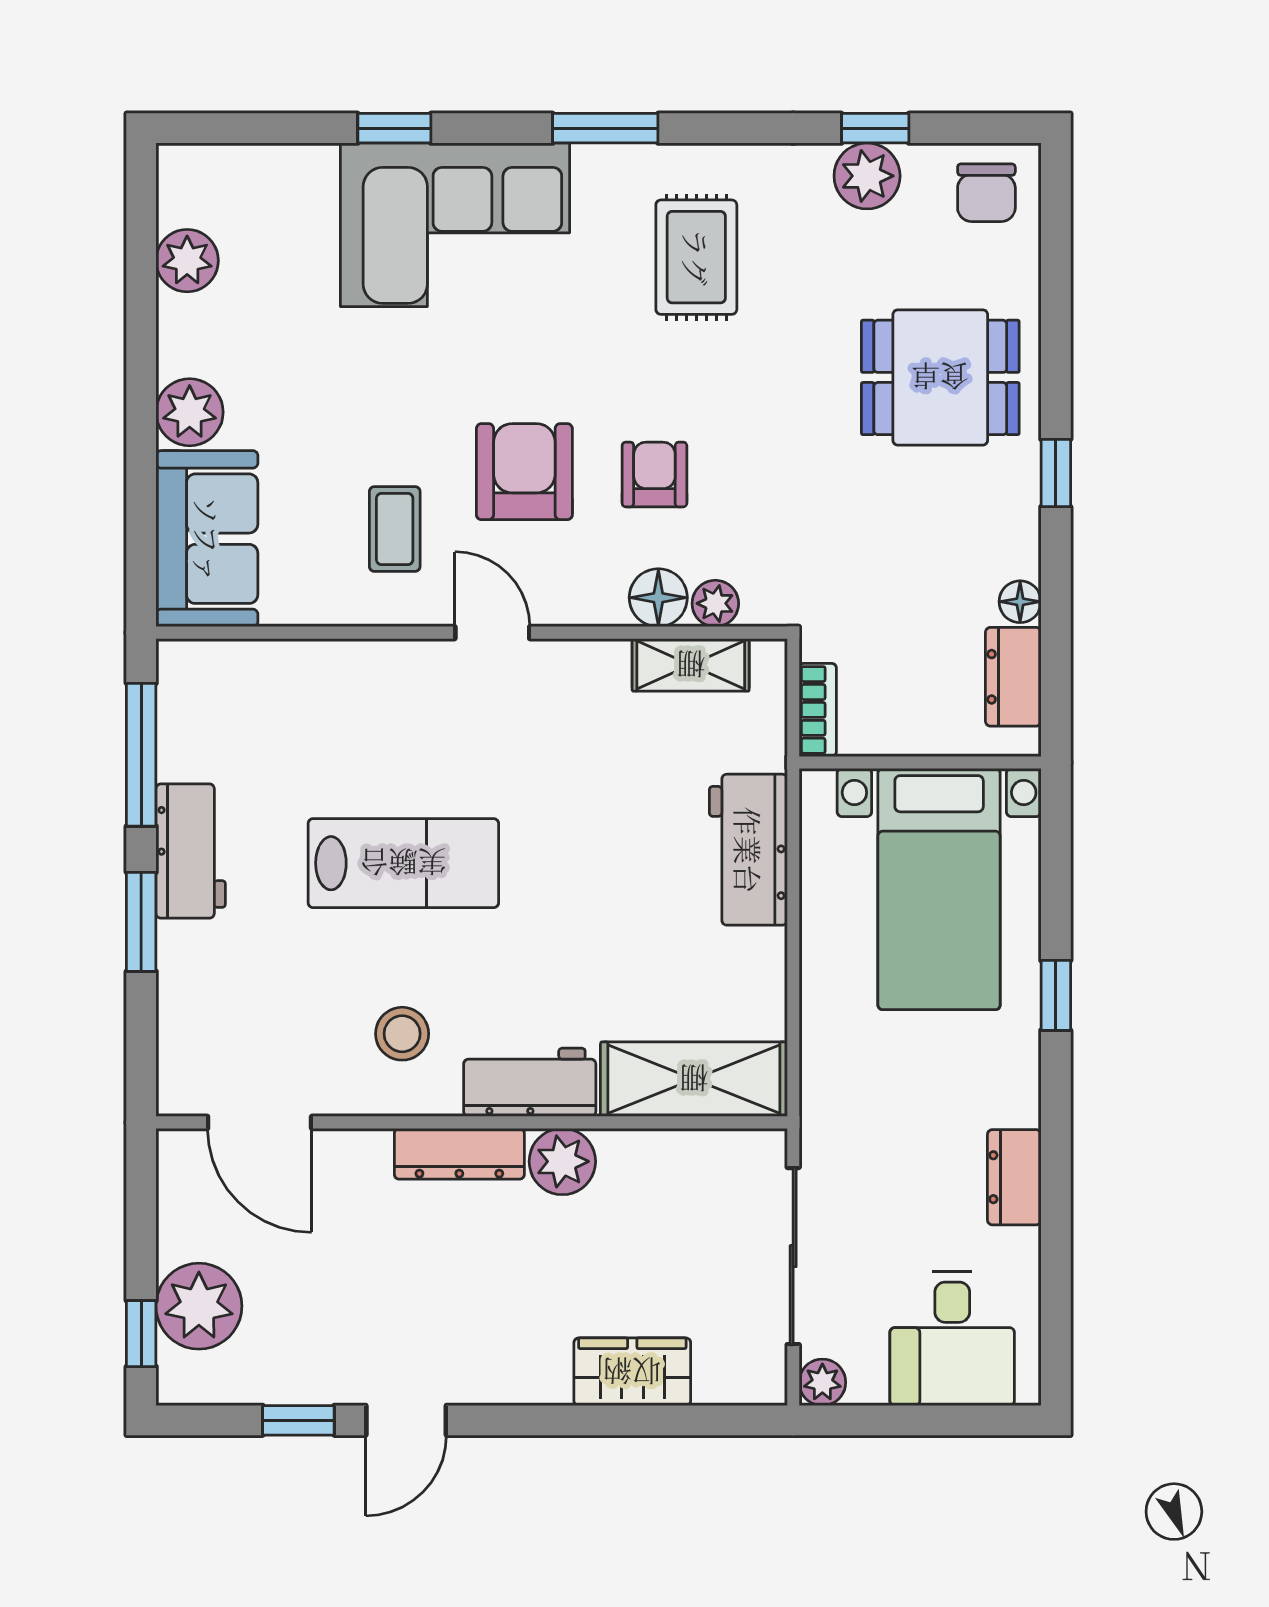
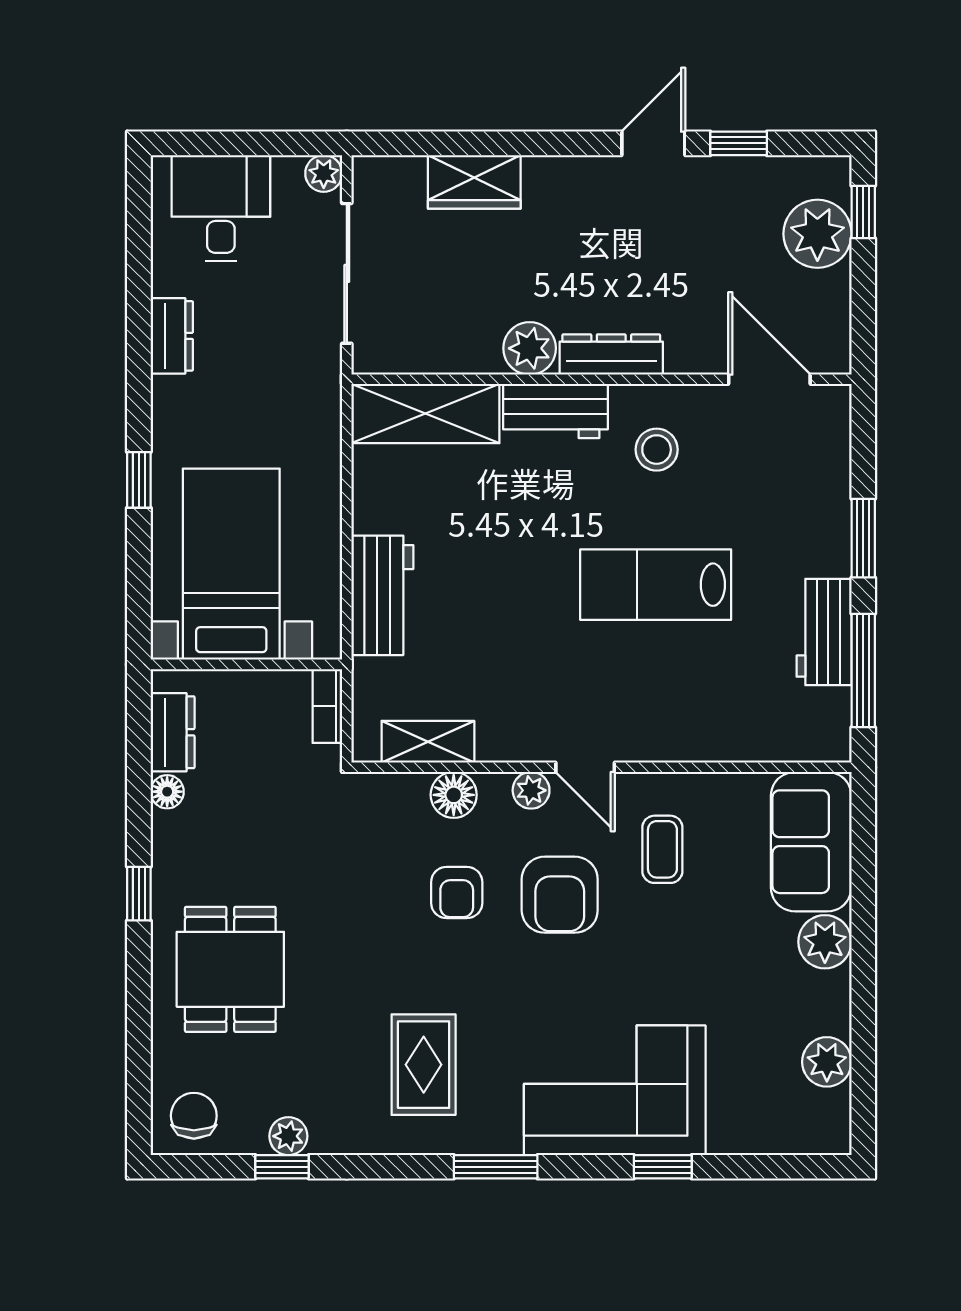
plant: (867, 176) -> (288, 1136), width x0.73, depth x0.73
dining table: (940, 377) -> (230, 969), turned 90
plant: (715, 603) -> (531, 790), moved
workbench: (191, 851) -> (824, 632), moved

